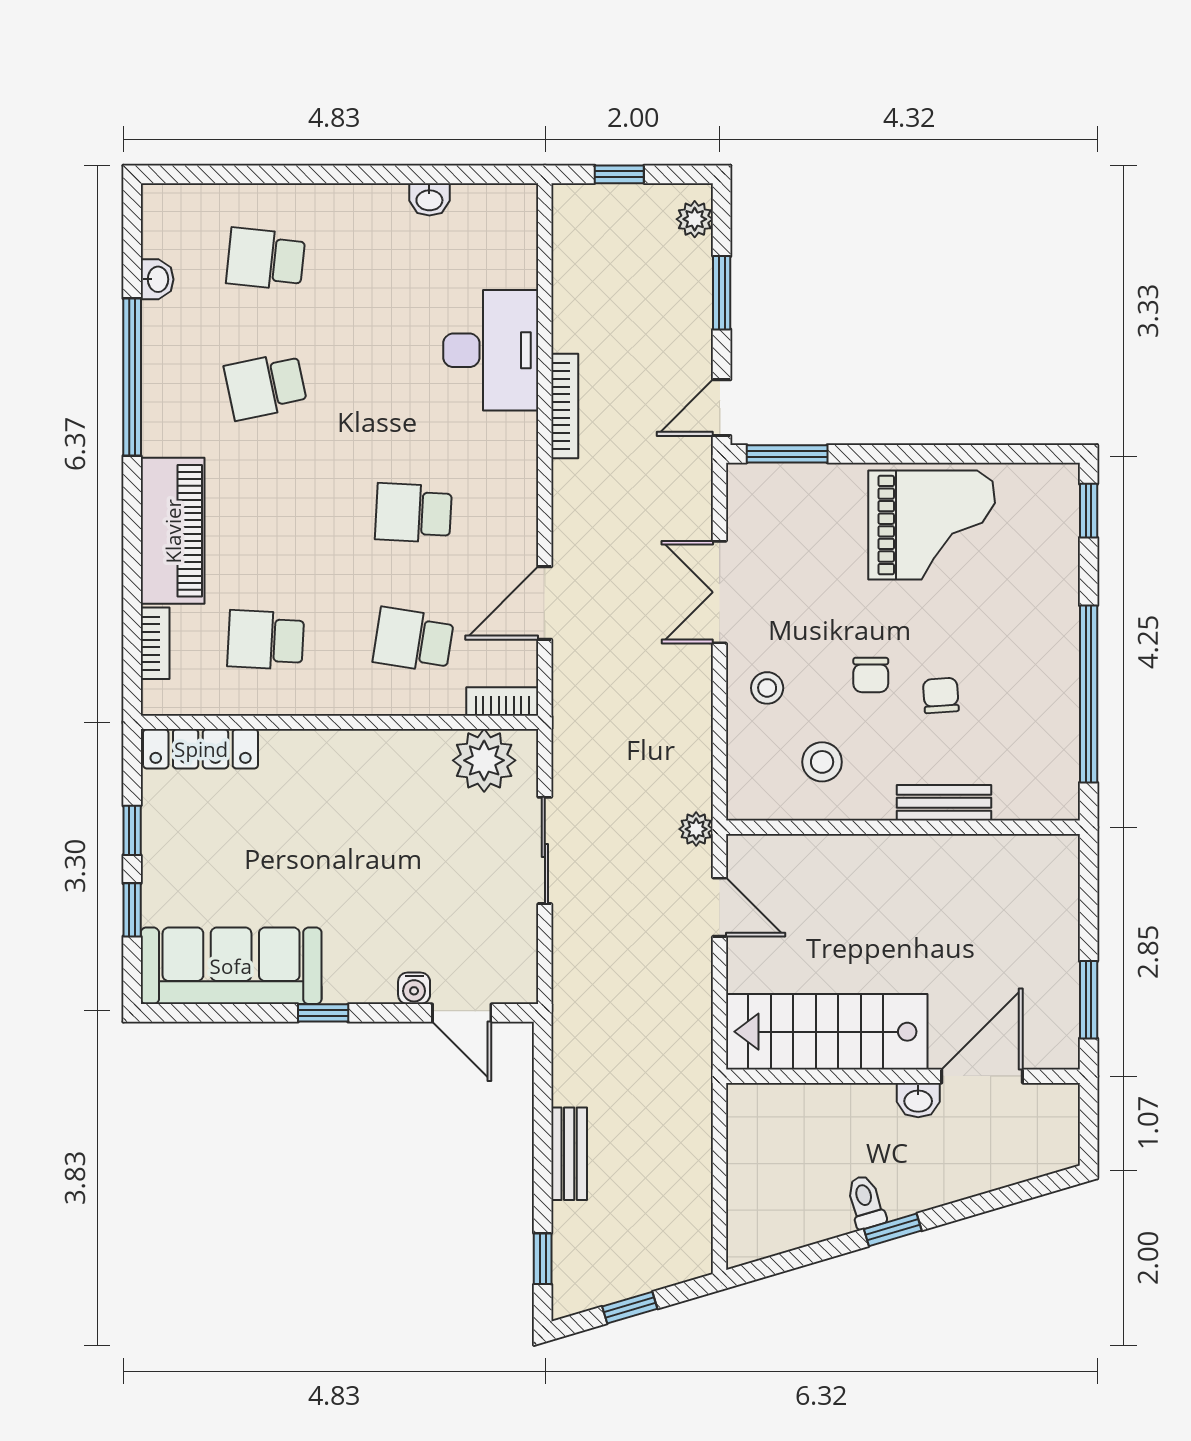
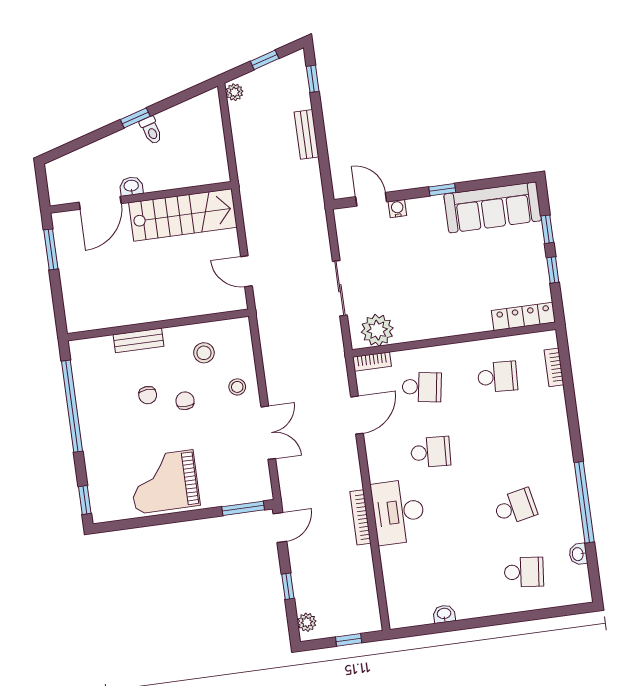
window: (722, 293) -> (288, 586), width x0.67
desk: (491, 350) -> (398, 512), moved
piano: (173, 531) -> (553, 426), removed
plant: (696, 829) -> (234, 92), moved

